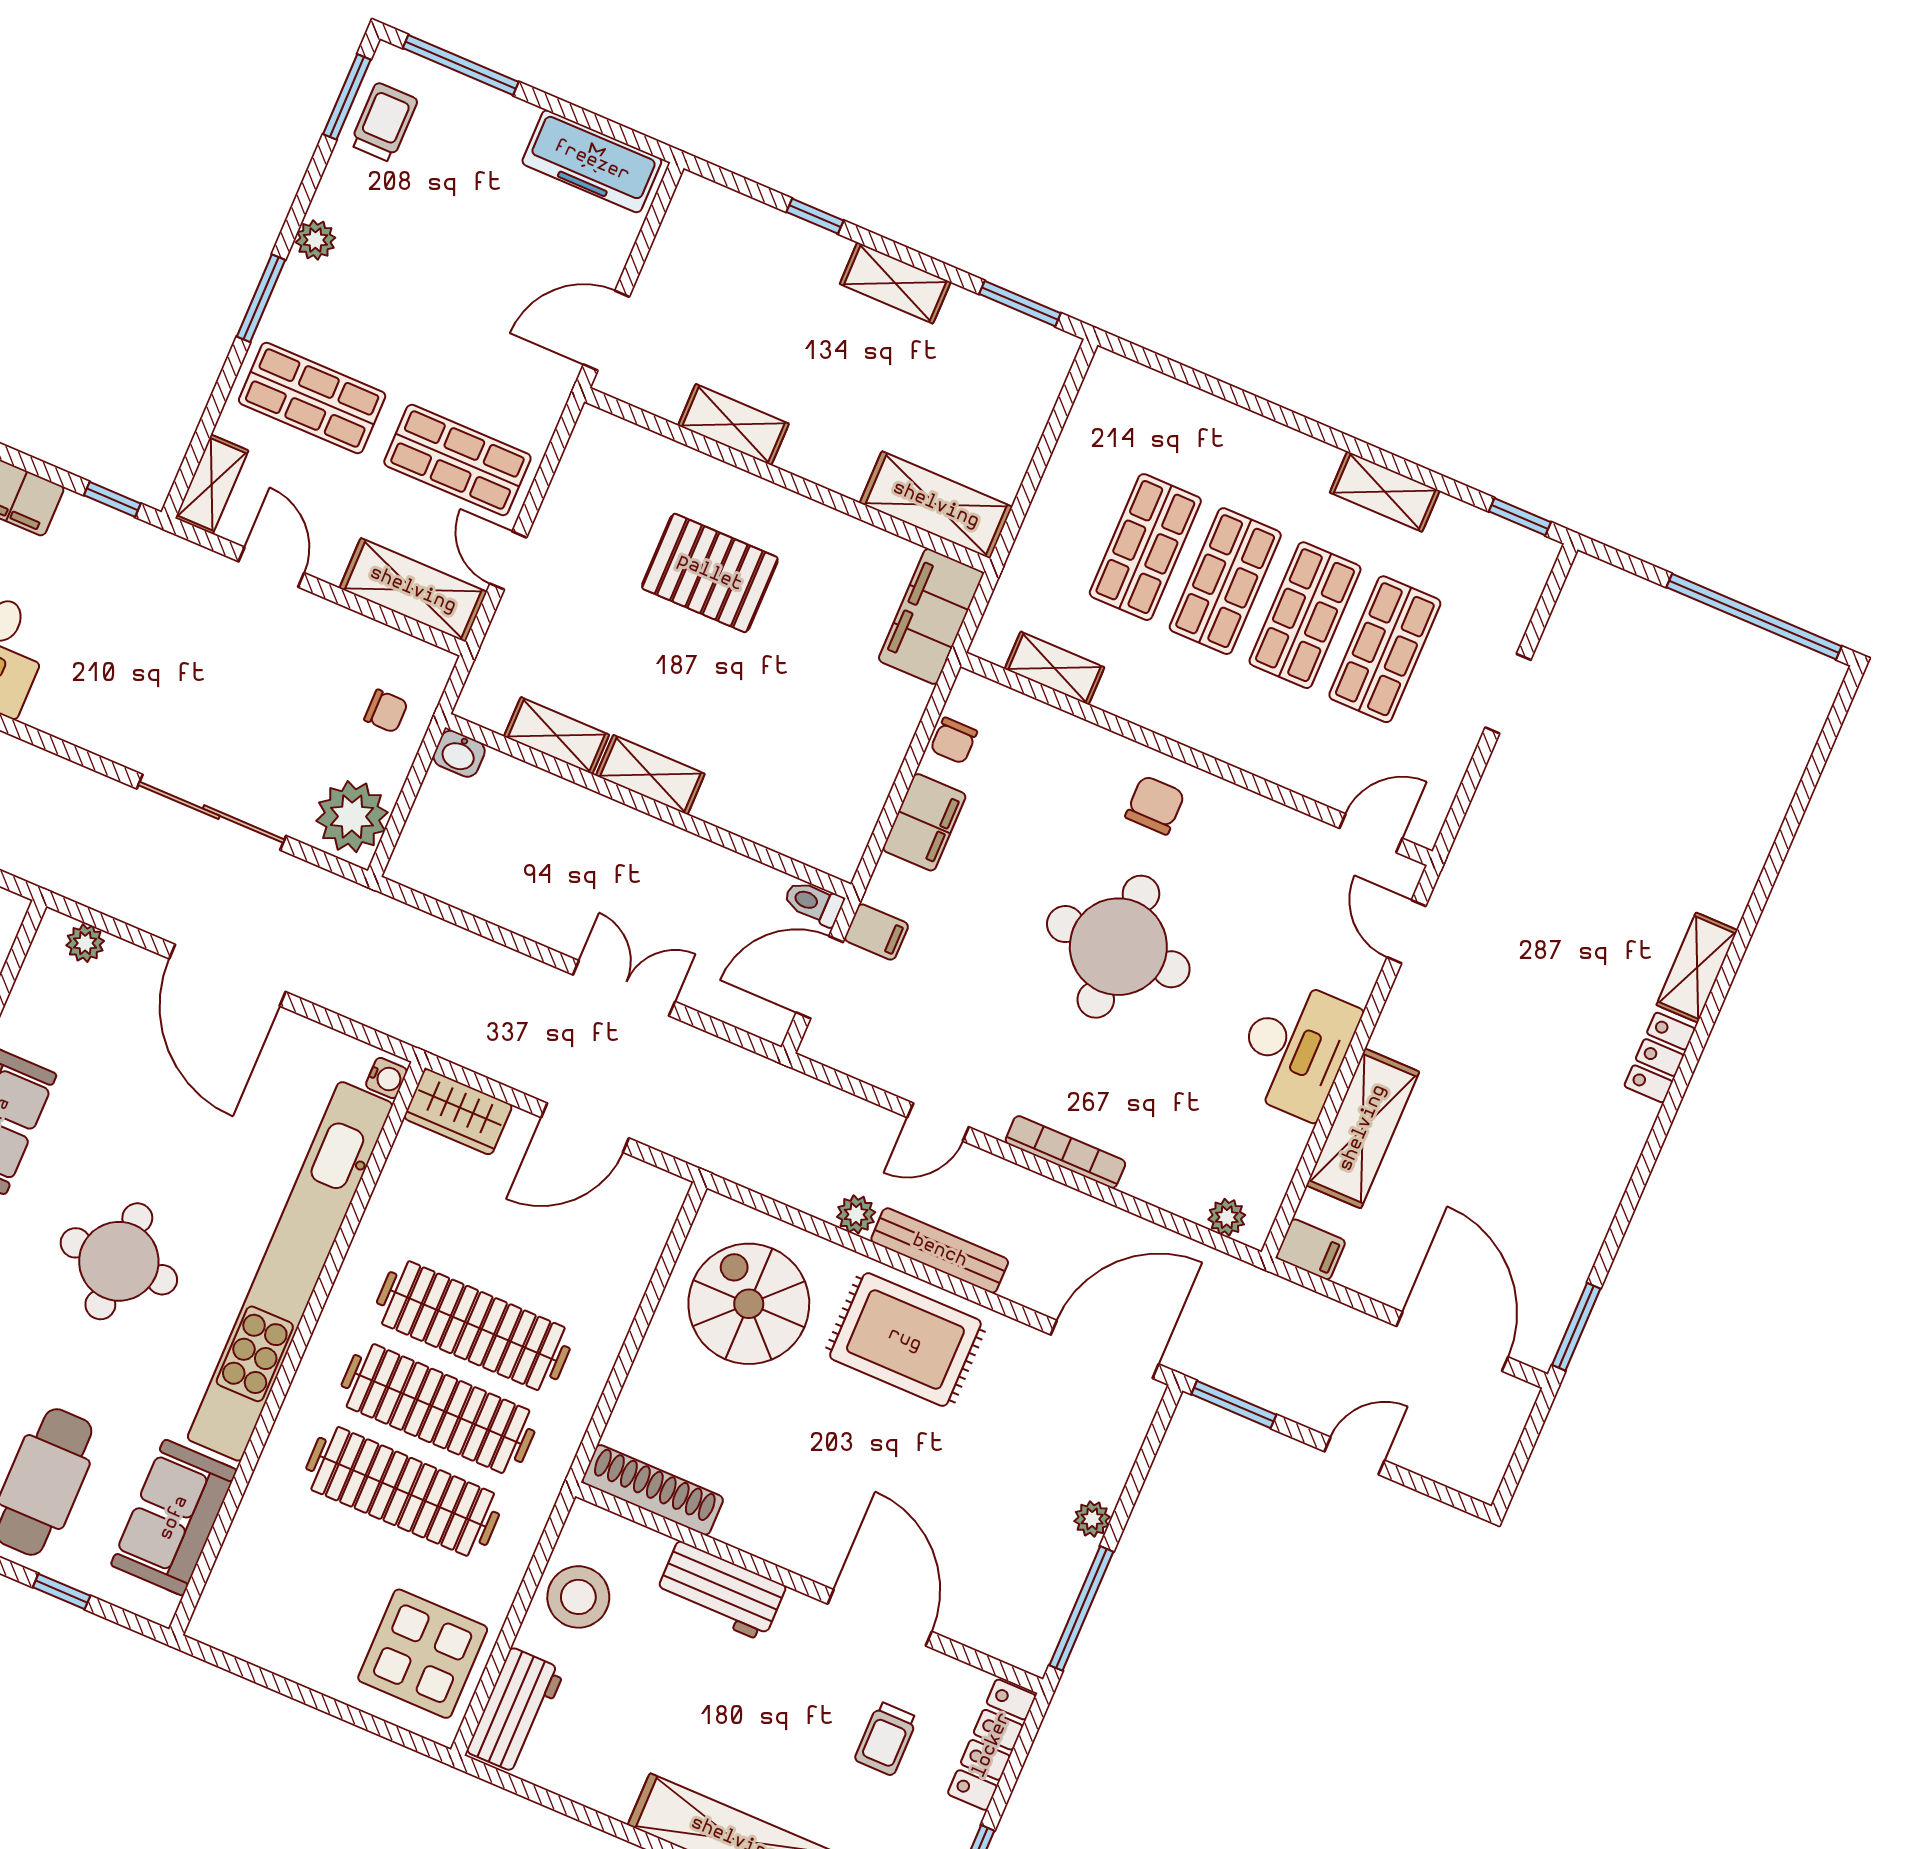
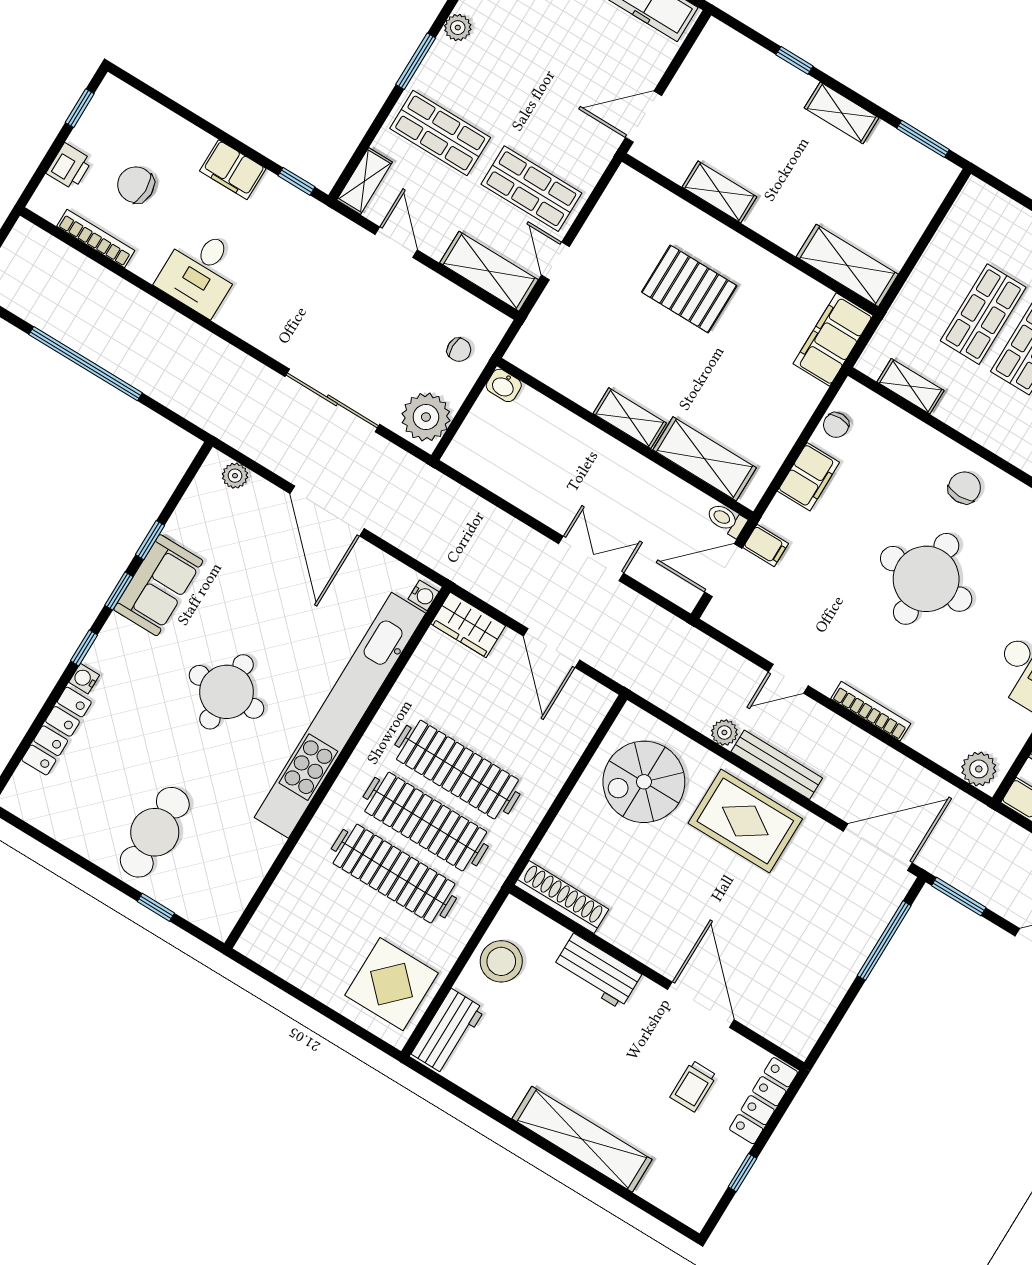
shelving: (557, 736) -> (705, 459), moved, width x1.50, depth x1.33
door: (585, 1128) -> (551, 648), hinge flipped
plant: (1227, 1217) -> (979, 769), width x1.38, depth x1.38
spiral stairs: (749, 1304) -> (644, 782), turned -90
sofa: (174, 1518) -> (238, 869), removed
plant: (1092, 1519) -> (853, 959), removed
window: (1081, 1608) -> (884, 941), moved

